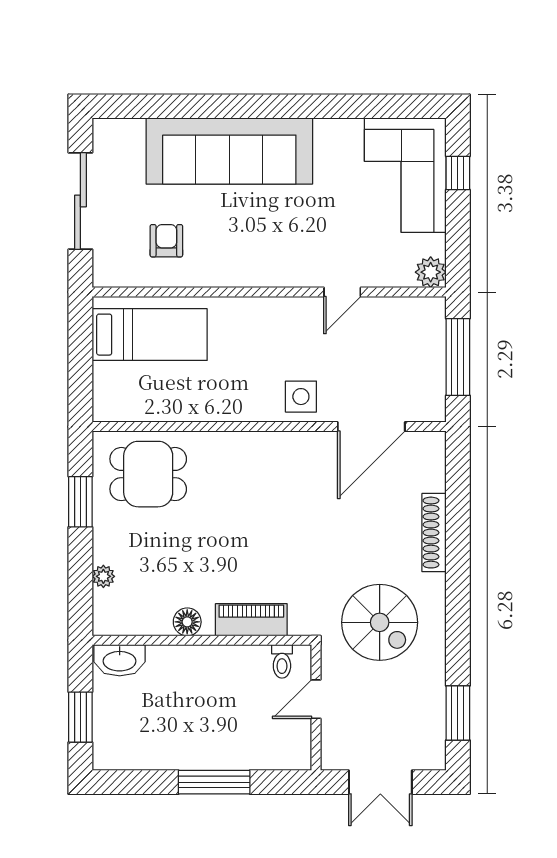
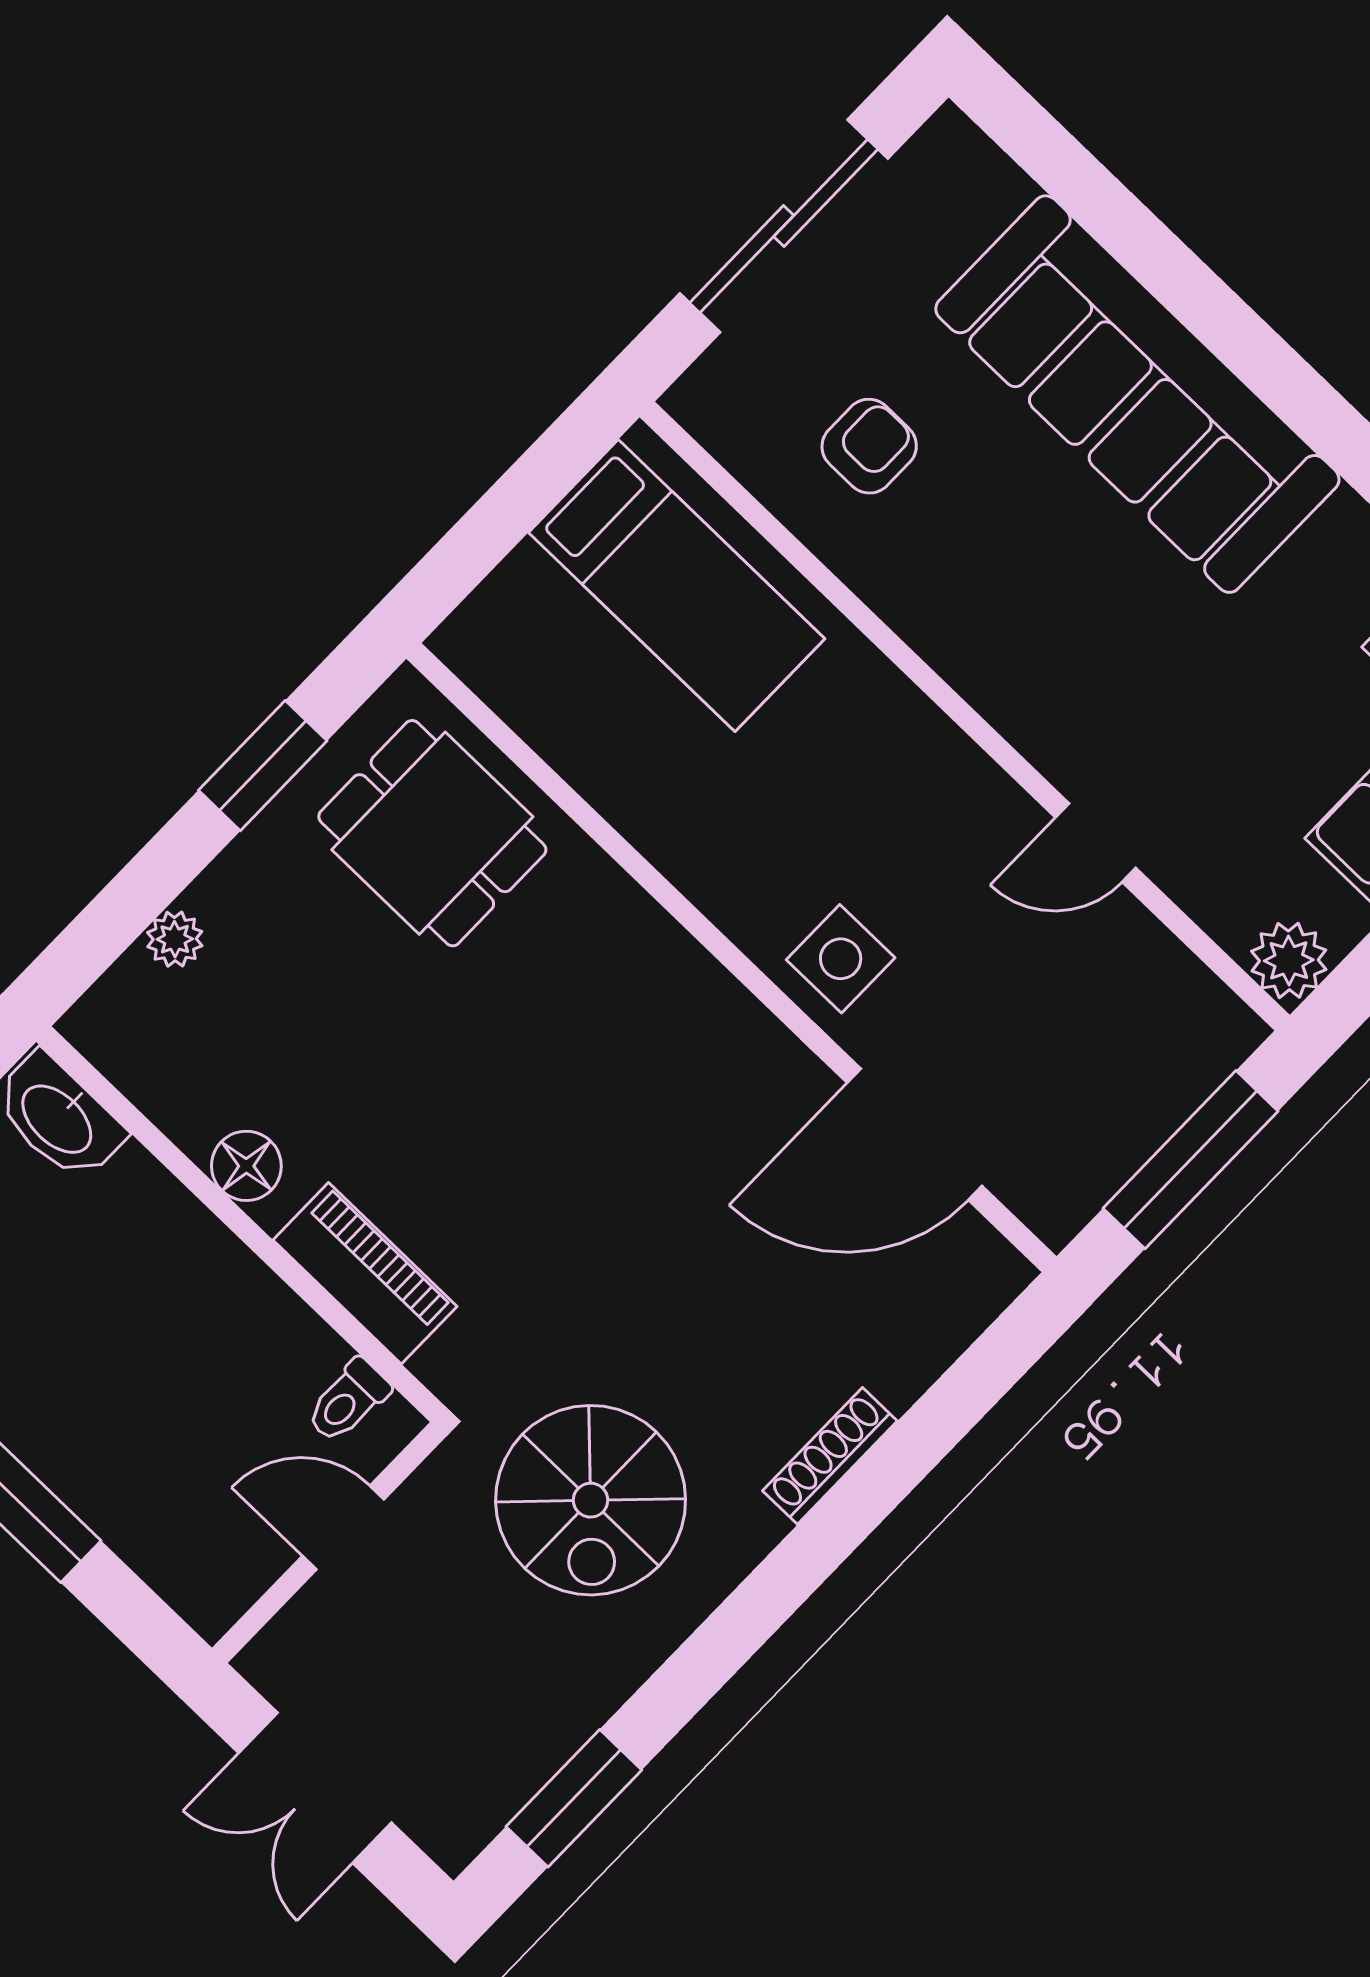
shoe rack: (434, 533) -> (830, 1456), width x0.74, depth x0.81

